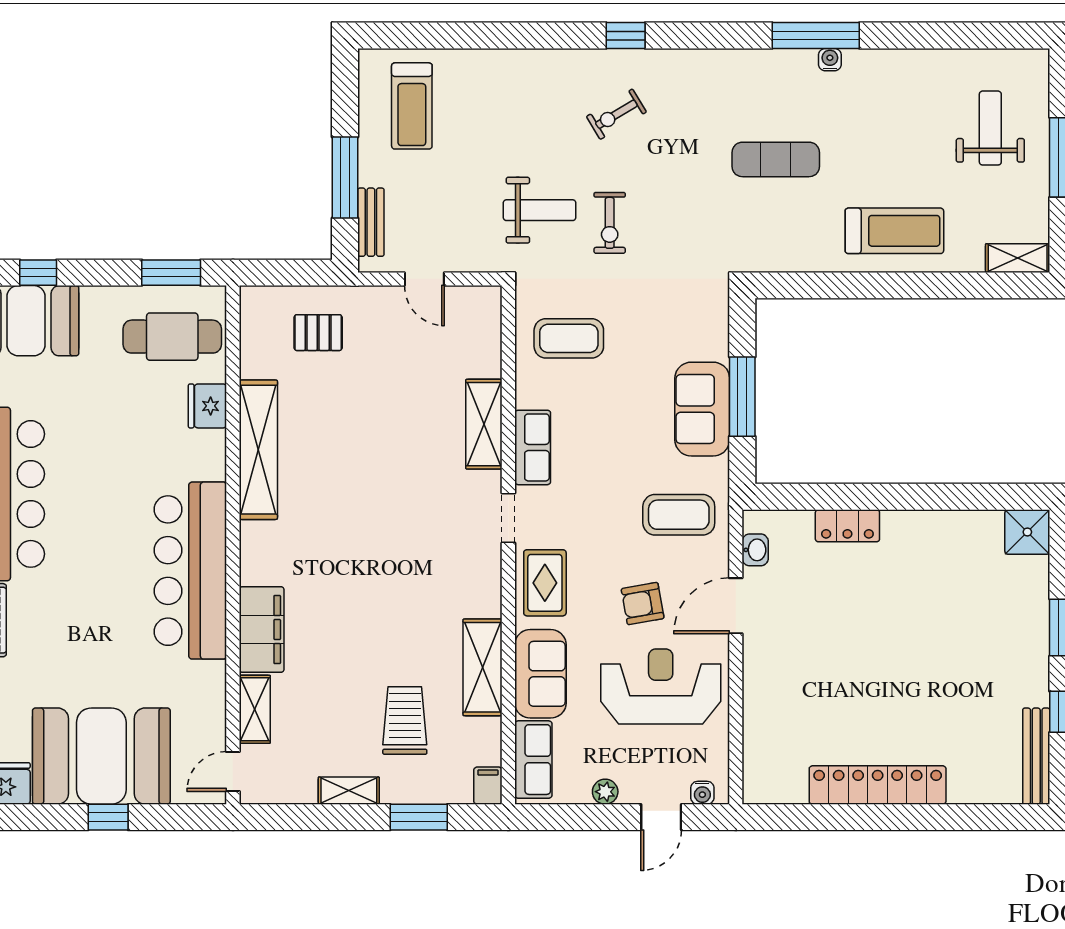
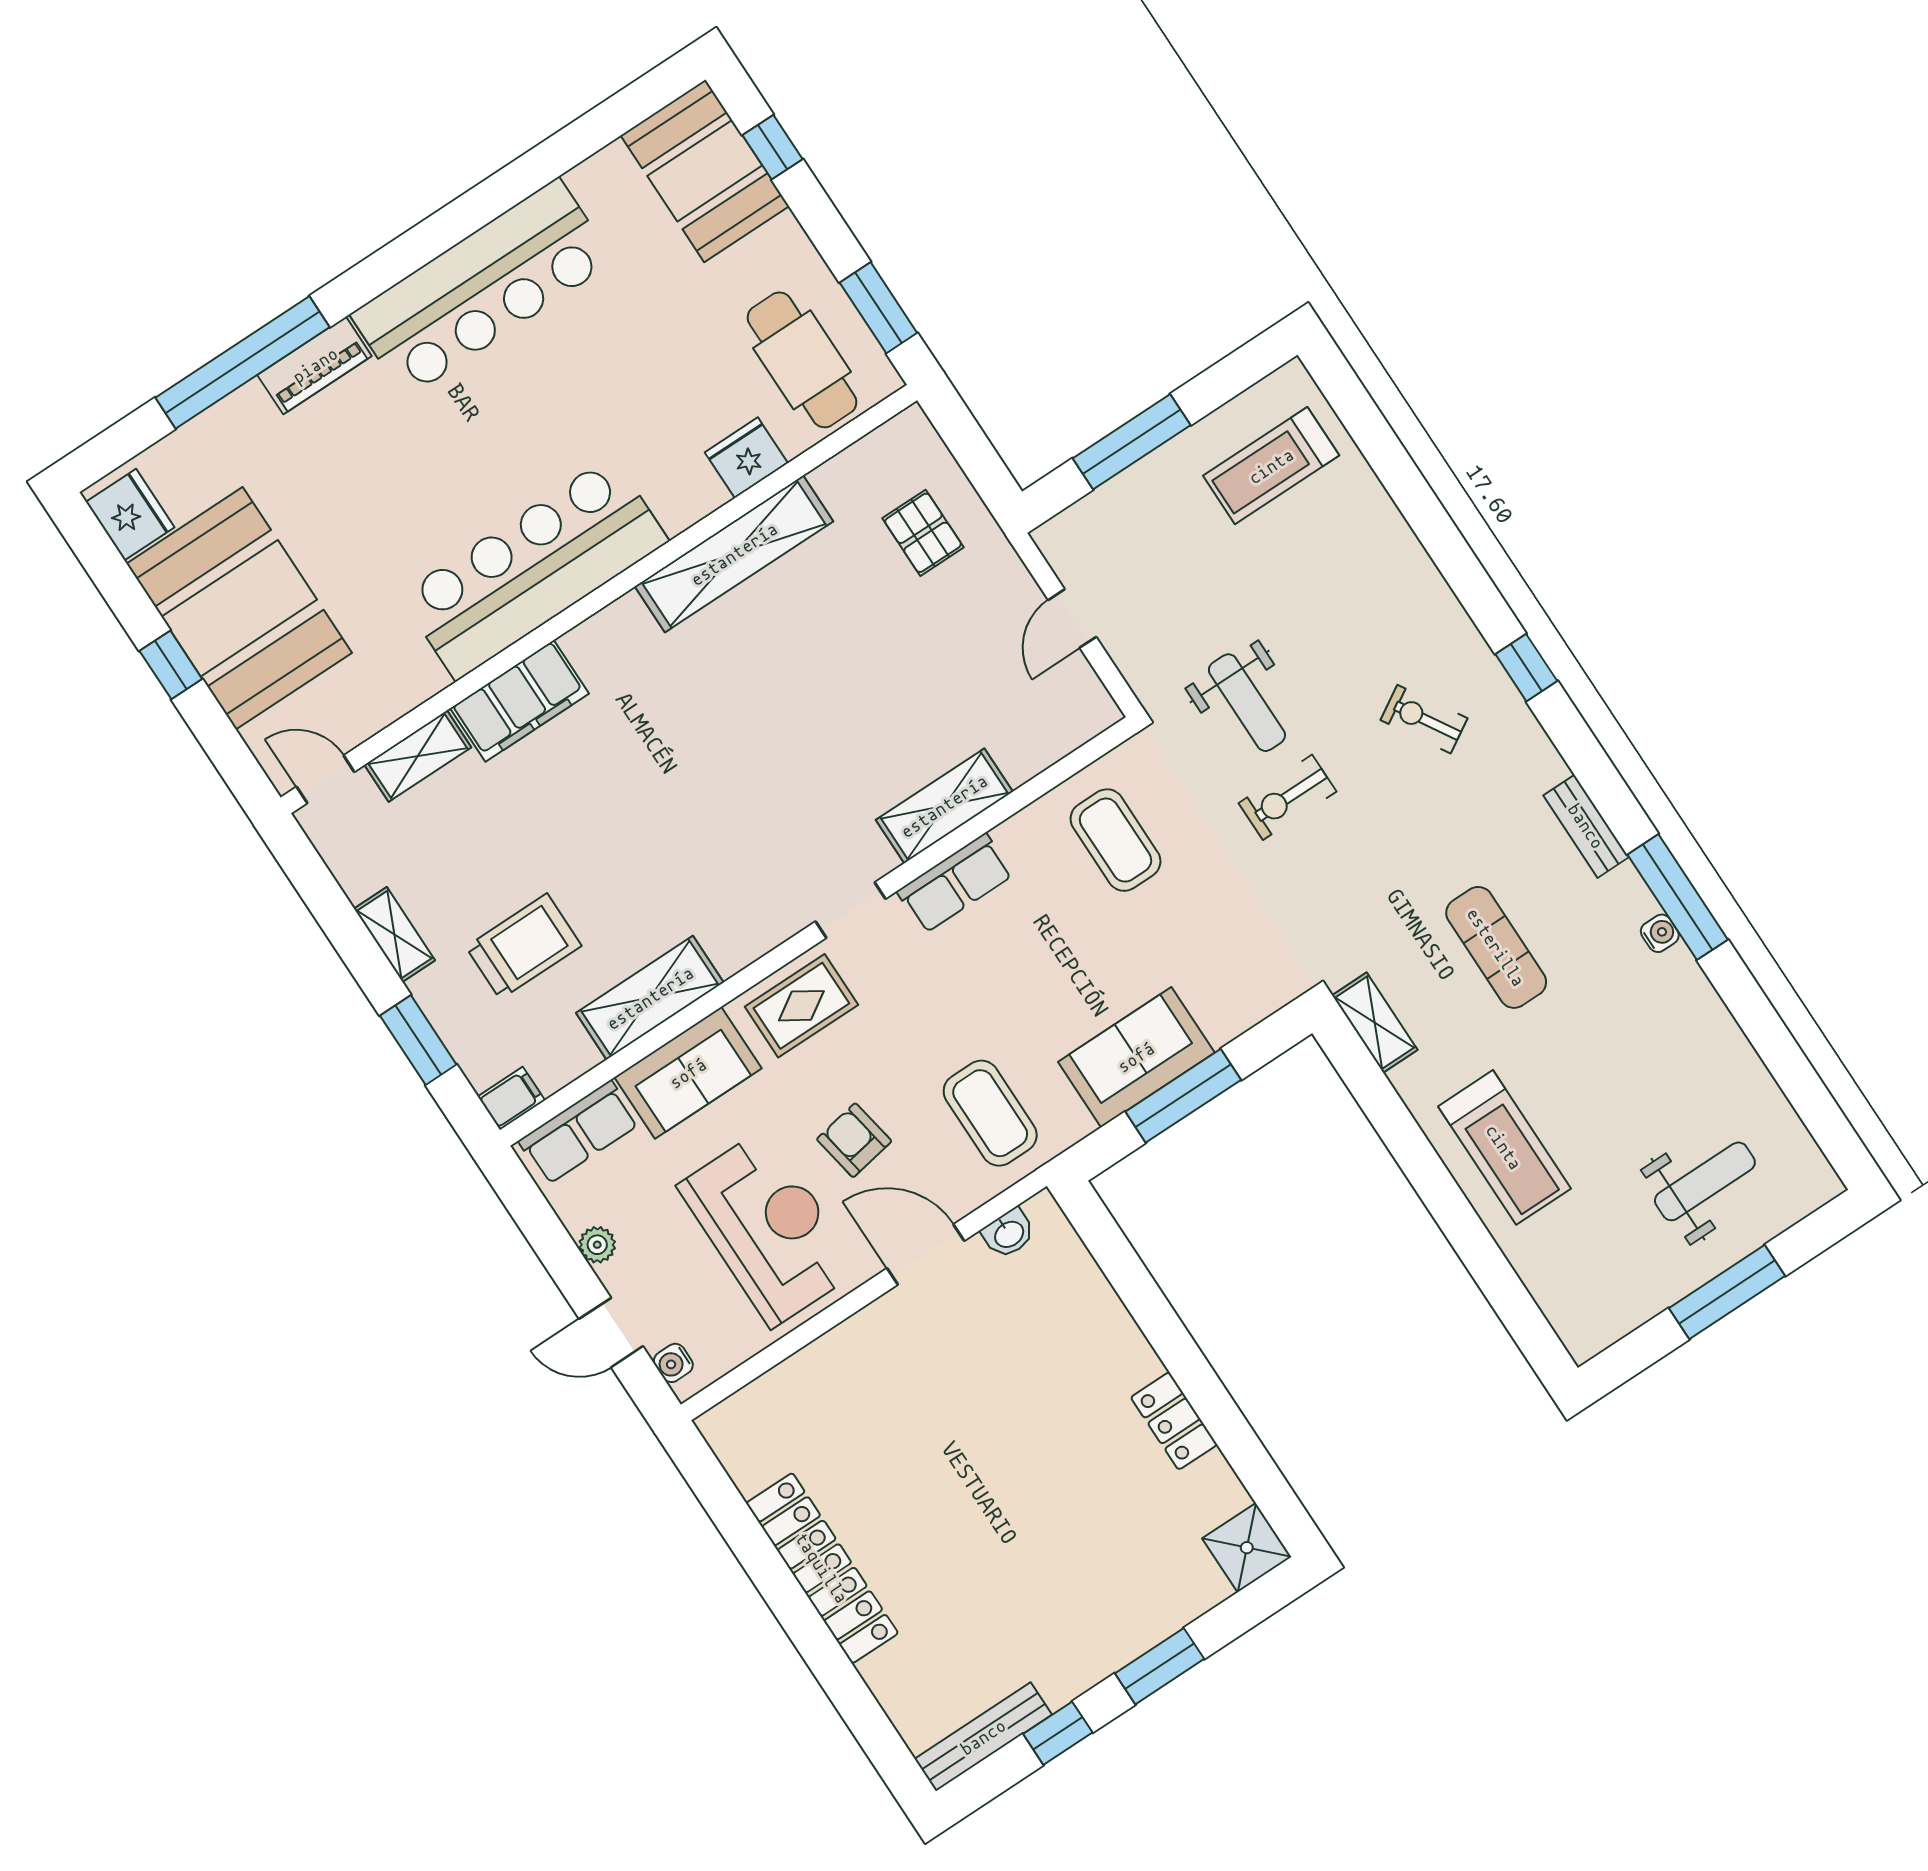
bench: (371, 222) -> (1586, 826), moved, turned 90
shelving: (1018, 258) -> (1375, 1023), moved
locker: (847, 526) -> (1174, 1421), moved

